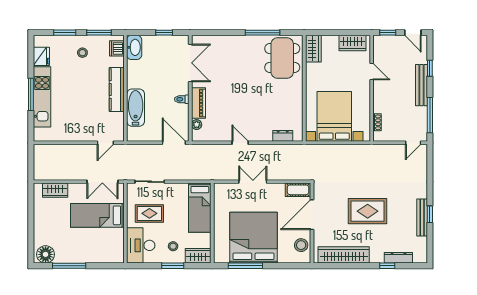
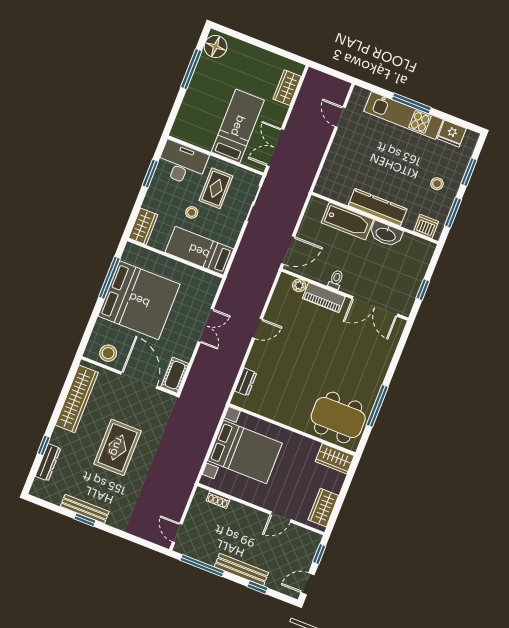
washbasin: (134, 47) -> (386, 234), moved
door: (105, 143) -> (340, 117), moved
stool: (173, 246) -> (192, 212), moved
window: (173, 266) -> (150, 174), moved

